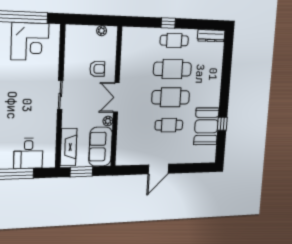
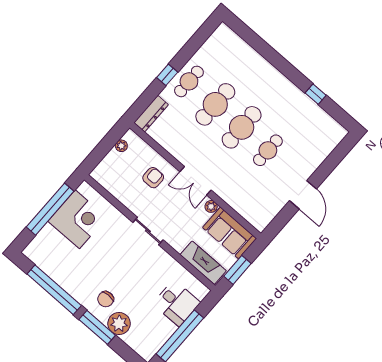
dresser: (211, 36) -> (151, 114), moved
booth: (206, 126) -> (303, 113), removed

